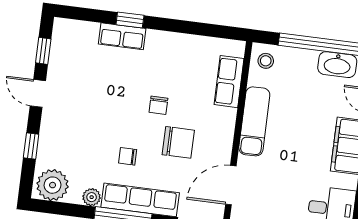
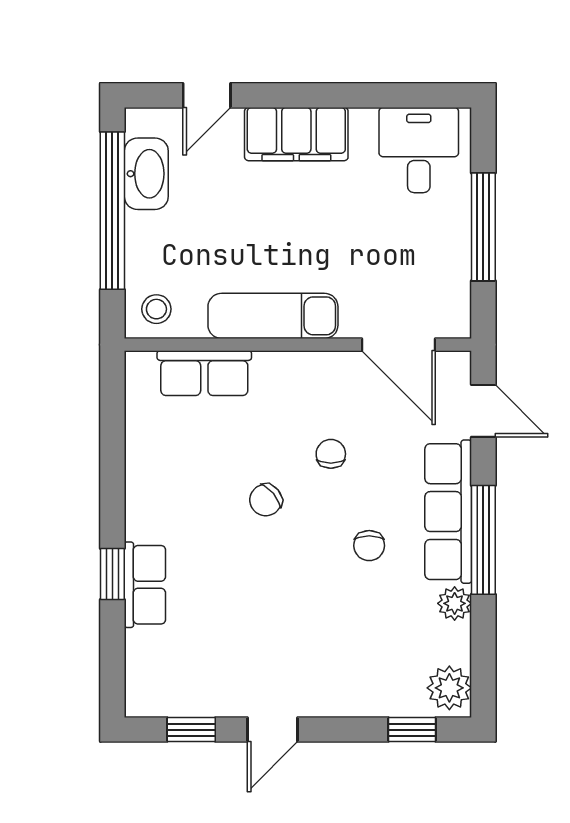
chair: (158, 105) -> (266, 500), turned 140
chair: (178, 142) -> (331, 454), width x0.54, depth x0.54
window: (31, 146) -> (412, 730), moved
plant: (53, 185) -> (449, 688), width x0.73, depth x0.73

